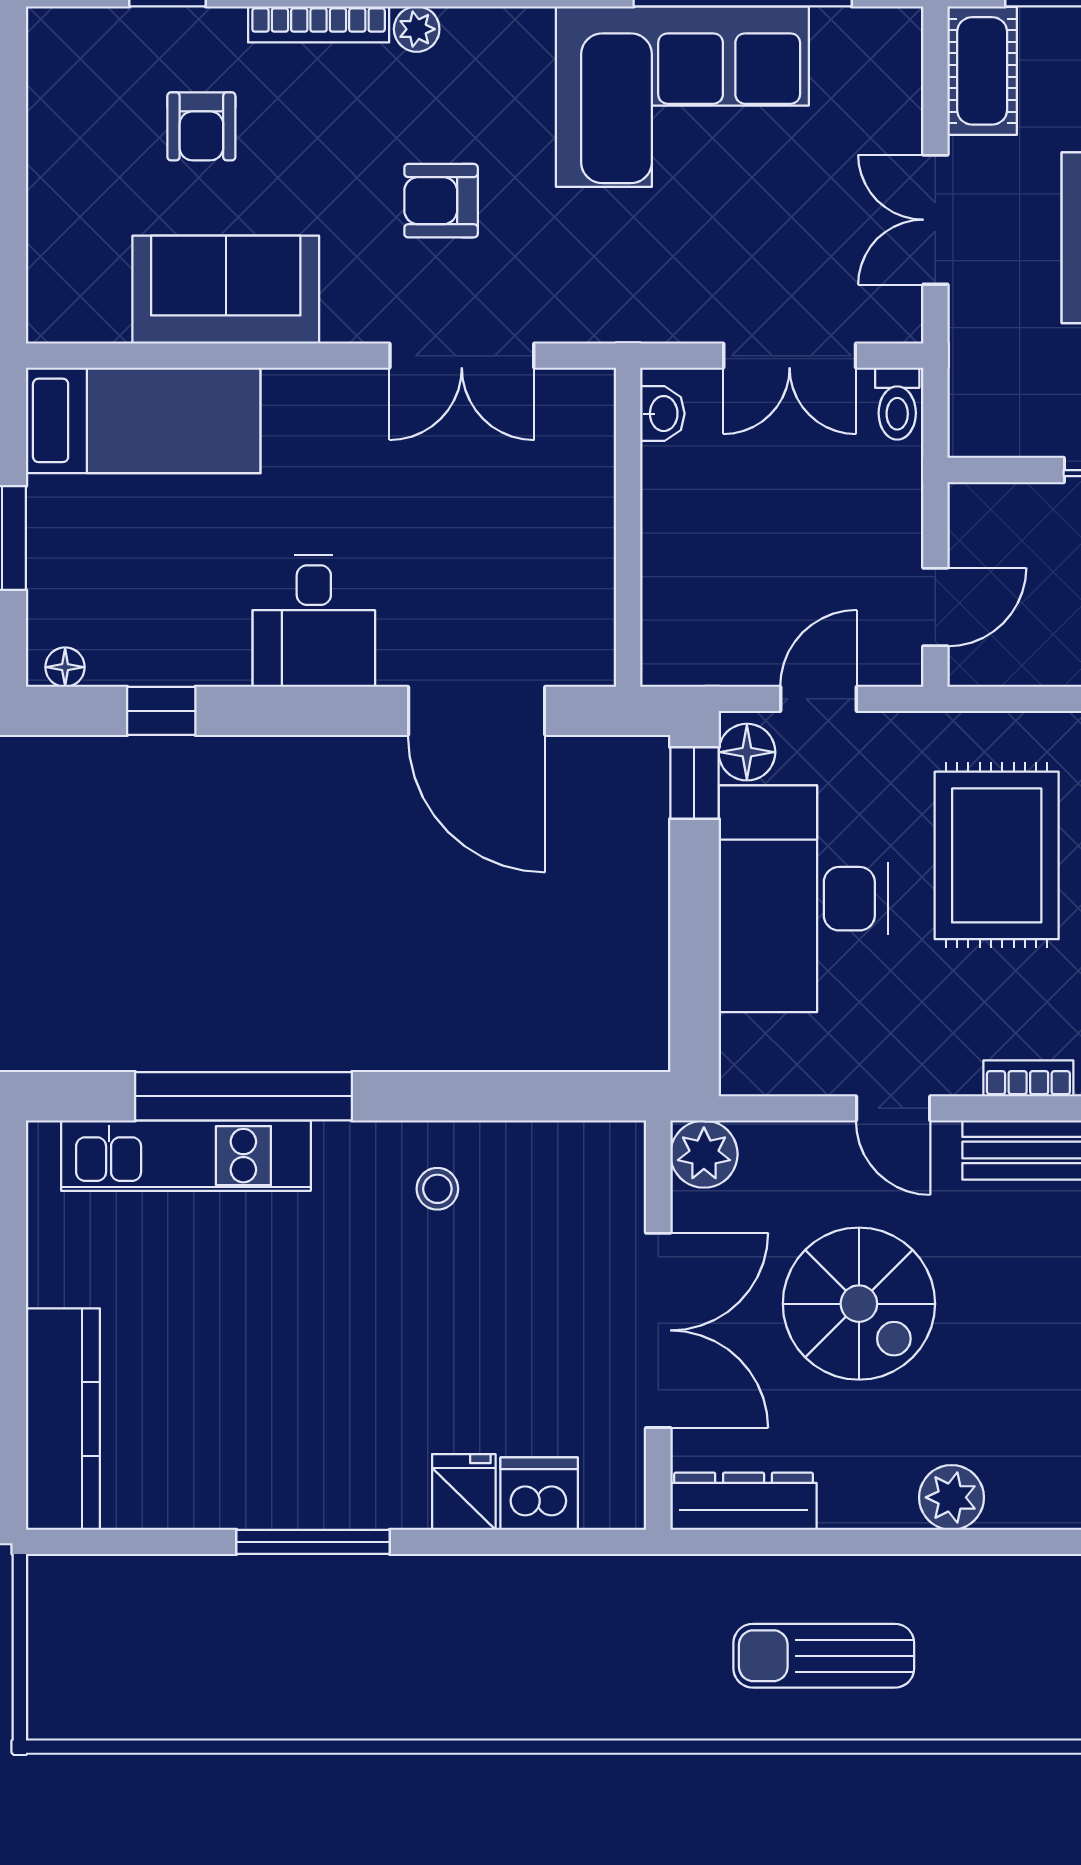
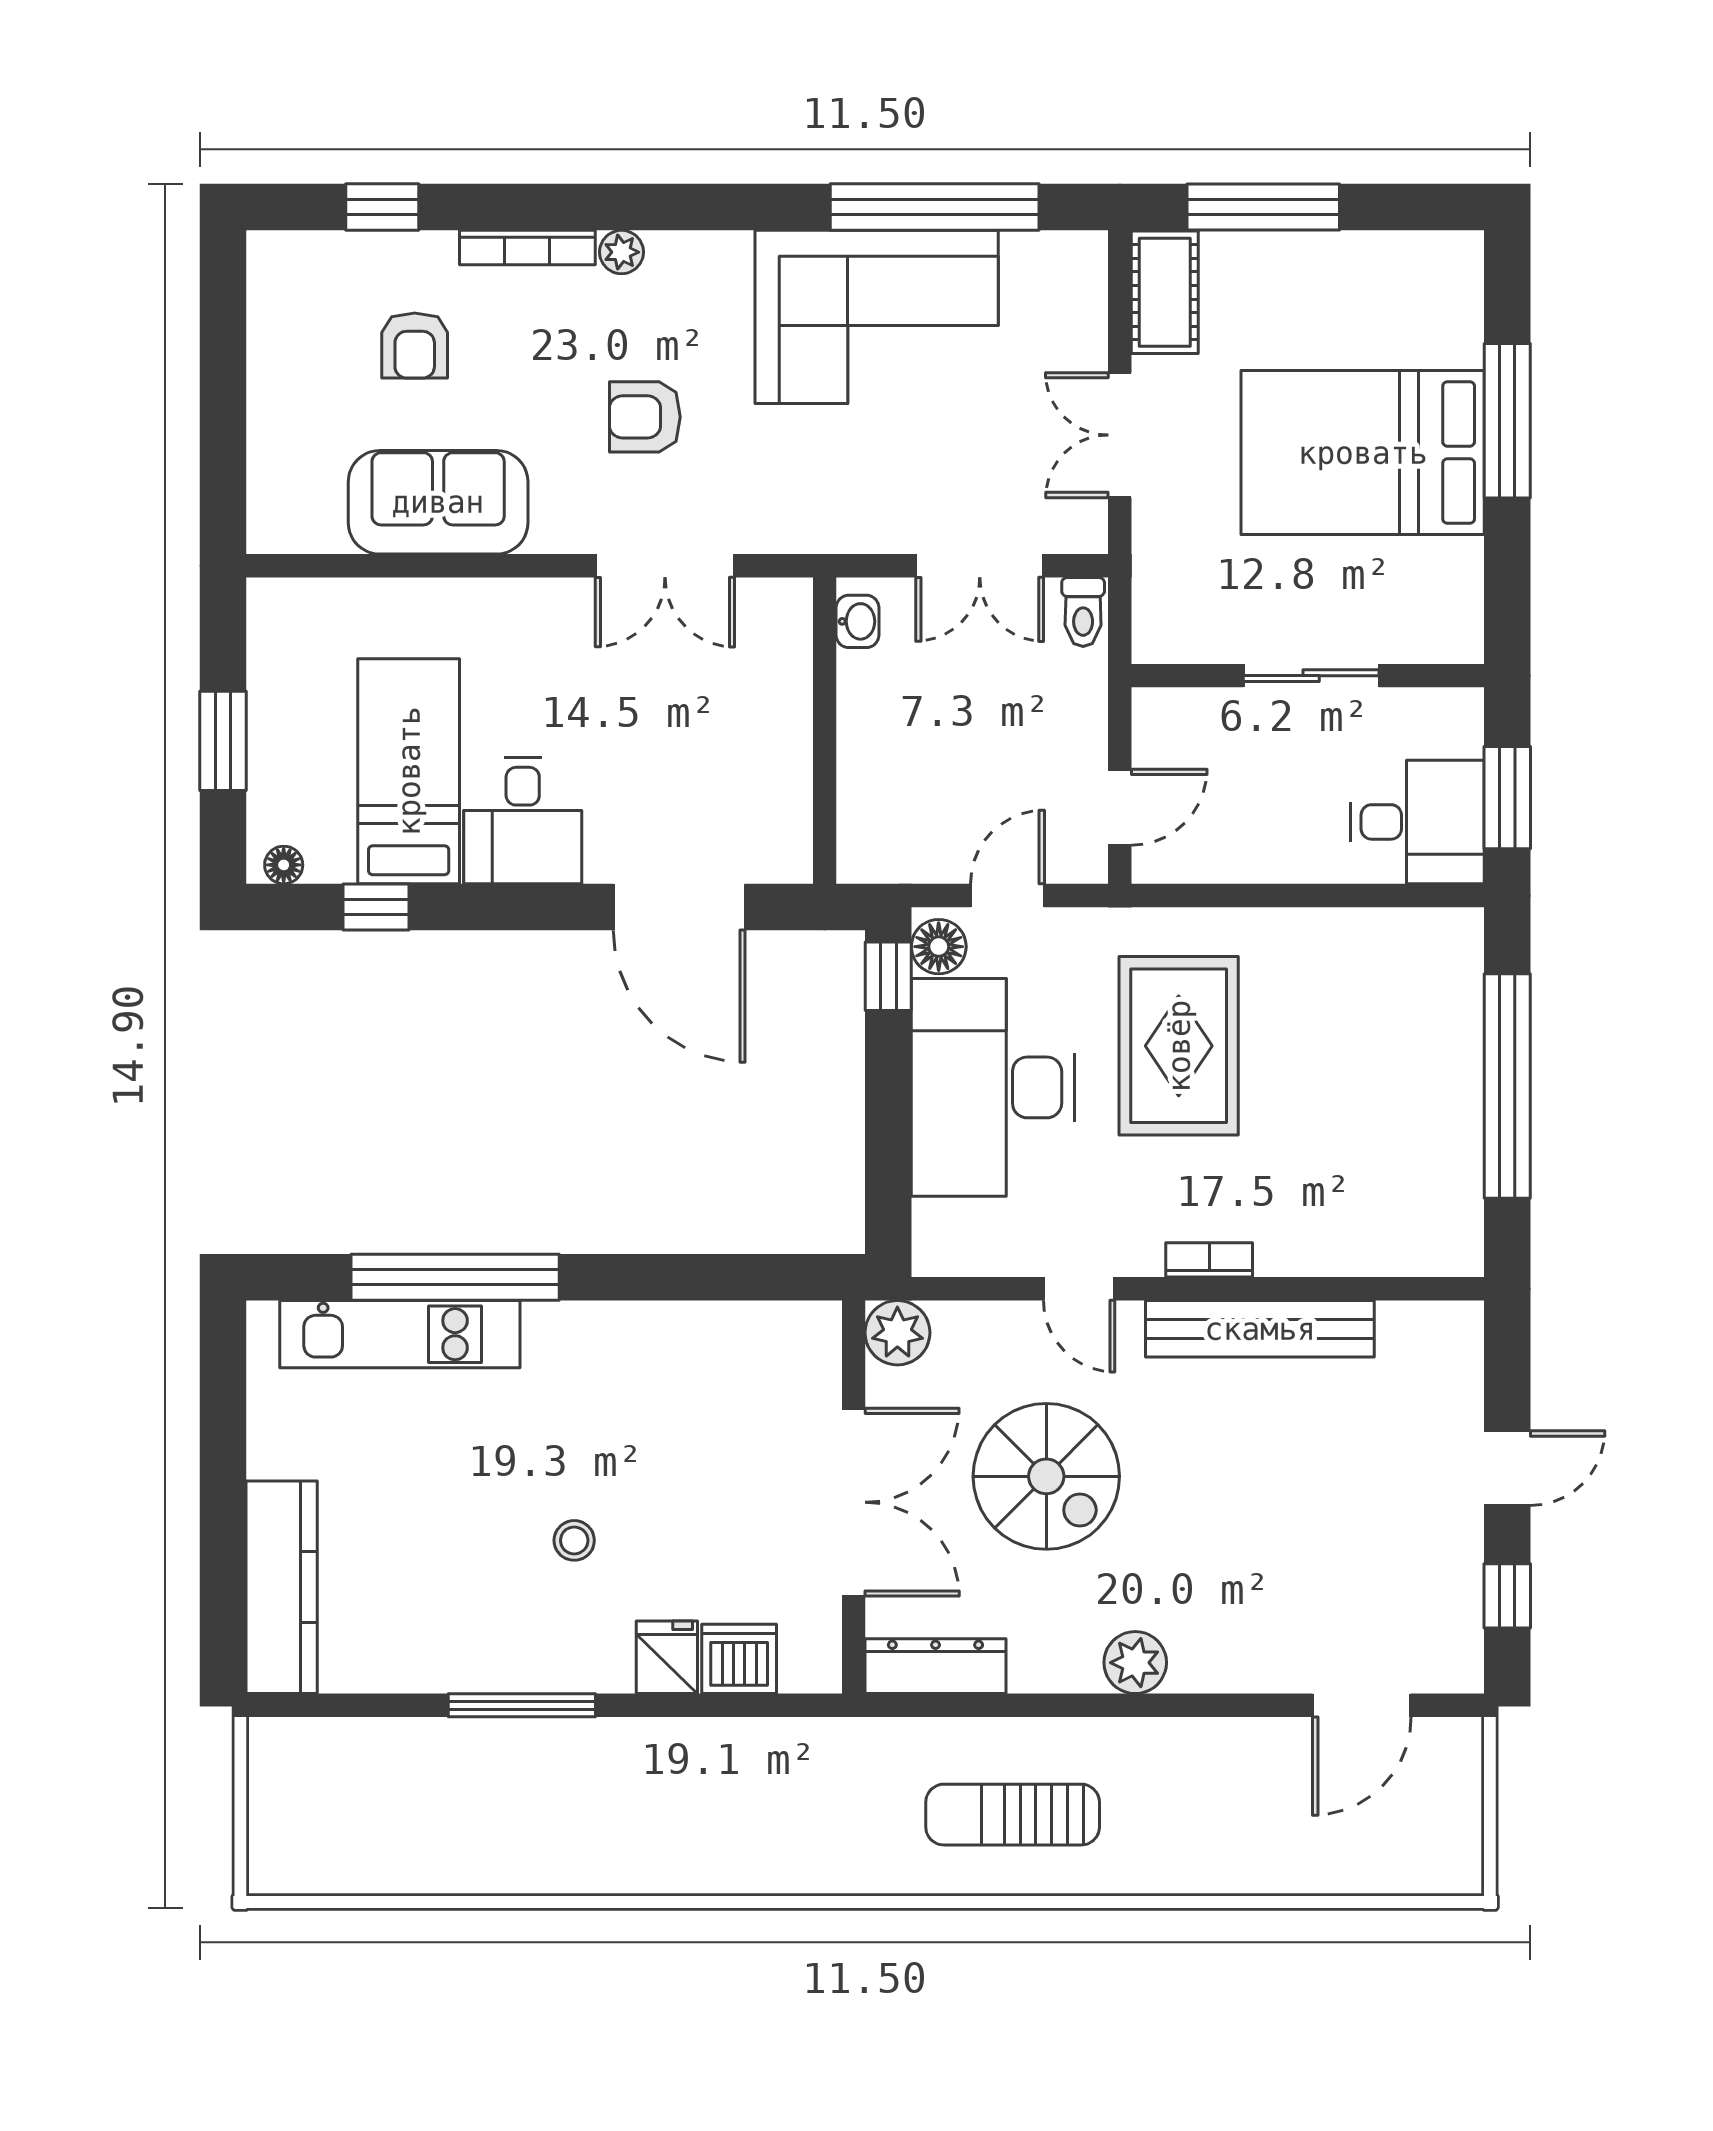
bed: (143, 420) -> (409, 771), moved, turned -90
stool: (437, 1189) -> (574, 1540), moved

